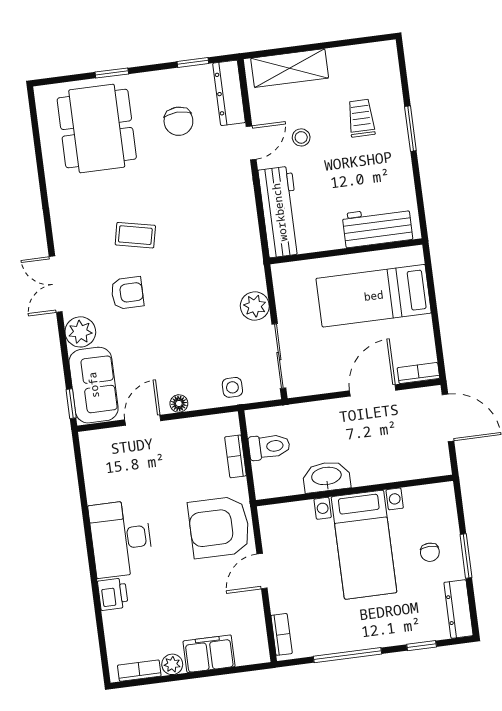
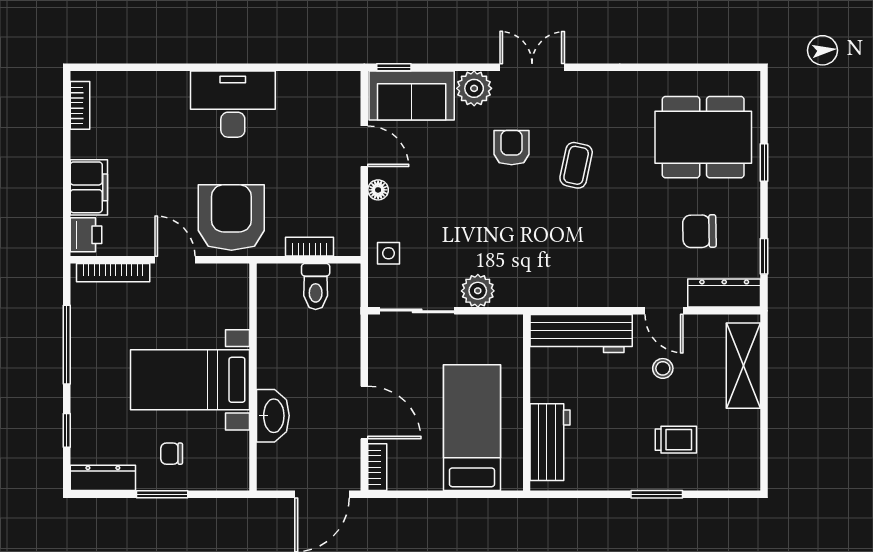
armchair: (127, 293) -> (512, 148), turned 180
washbasin: (326, 477) -> (273, 416), moved
printer: (113, 594) -> (86, 235), moved, turned -90
bookcase: (282, 634) -> (113, 273), width x1.56
plant: (172, 664) -> (82, 144), removed

